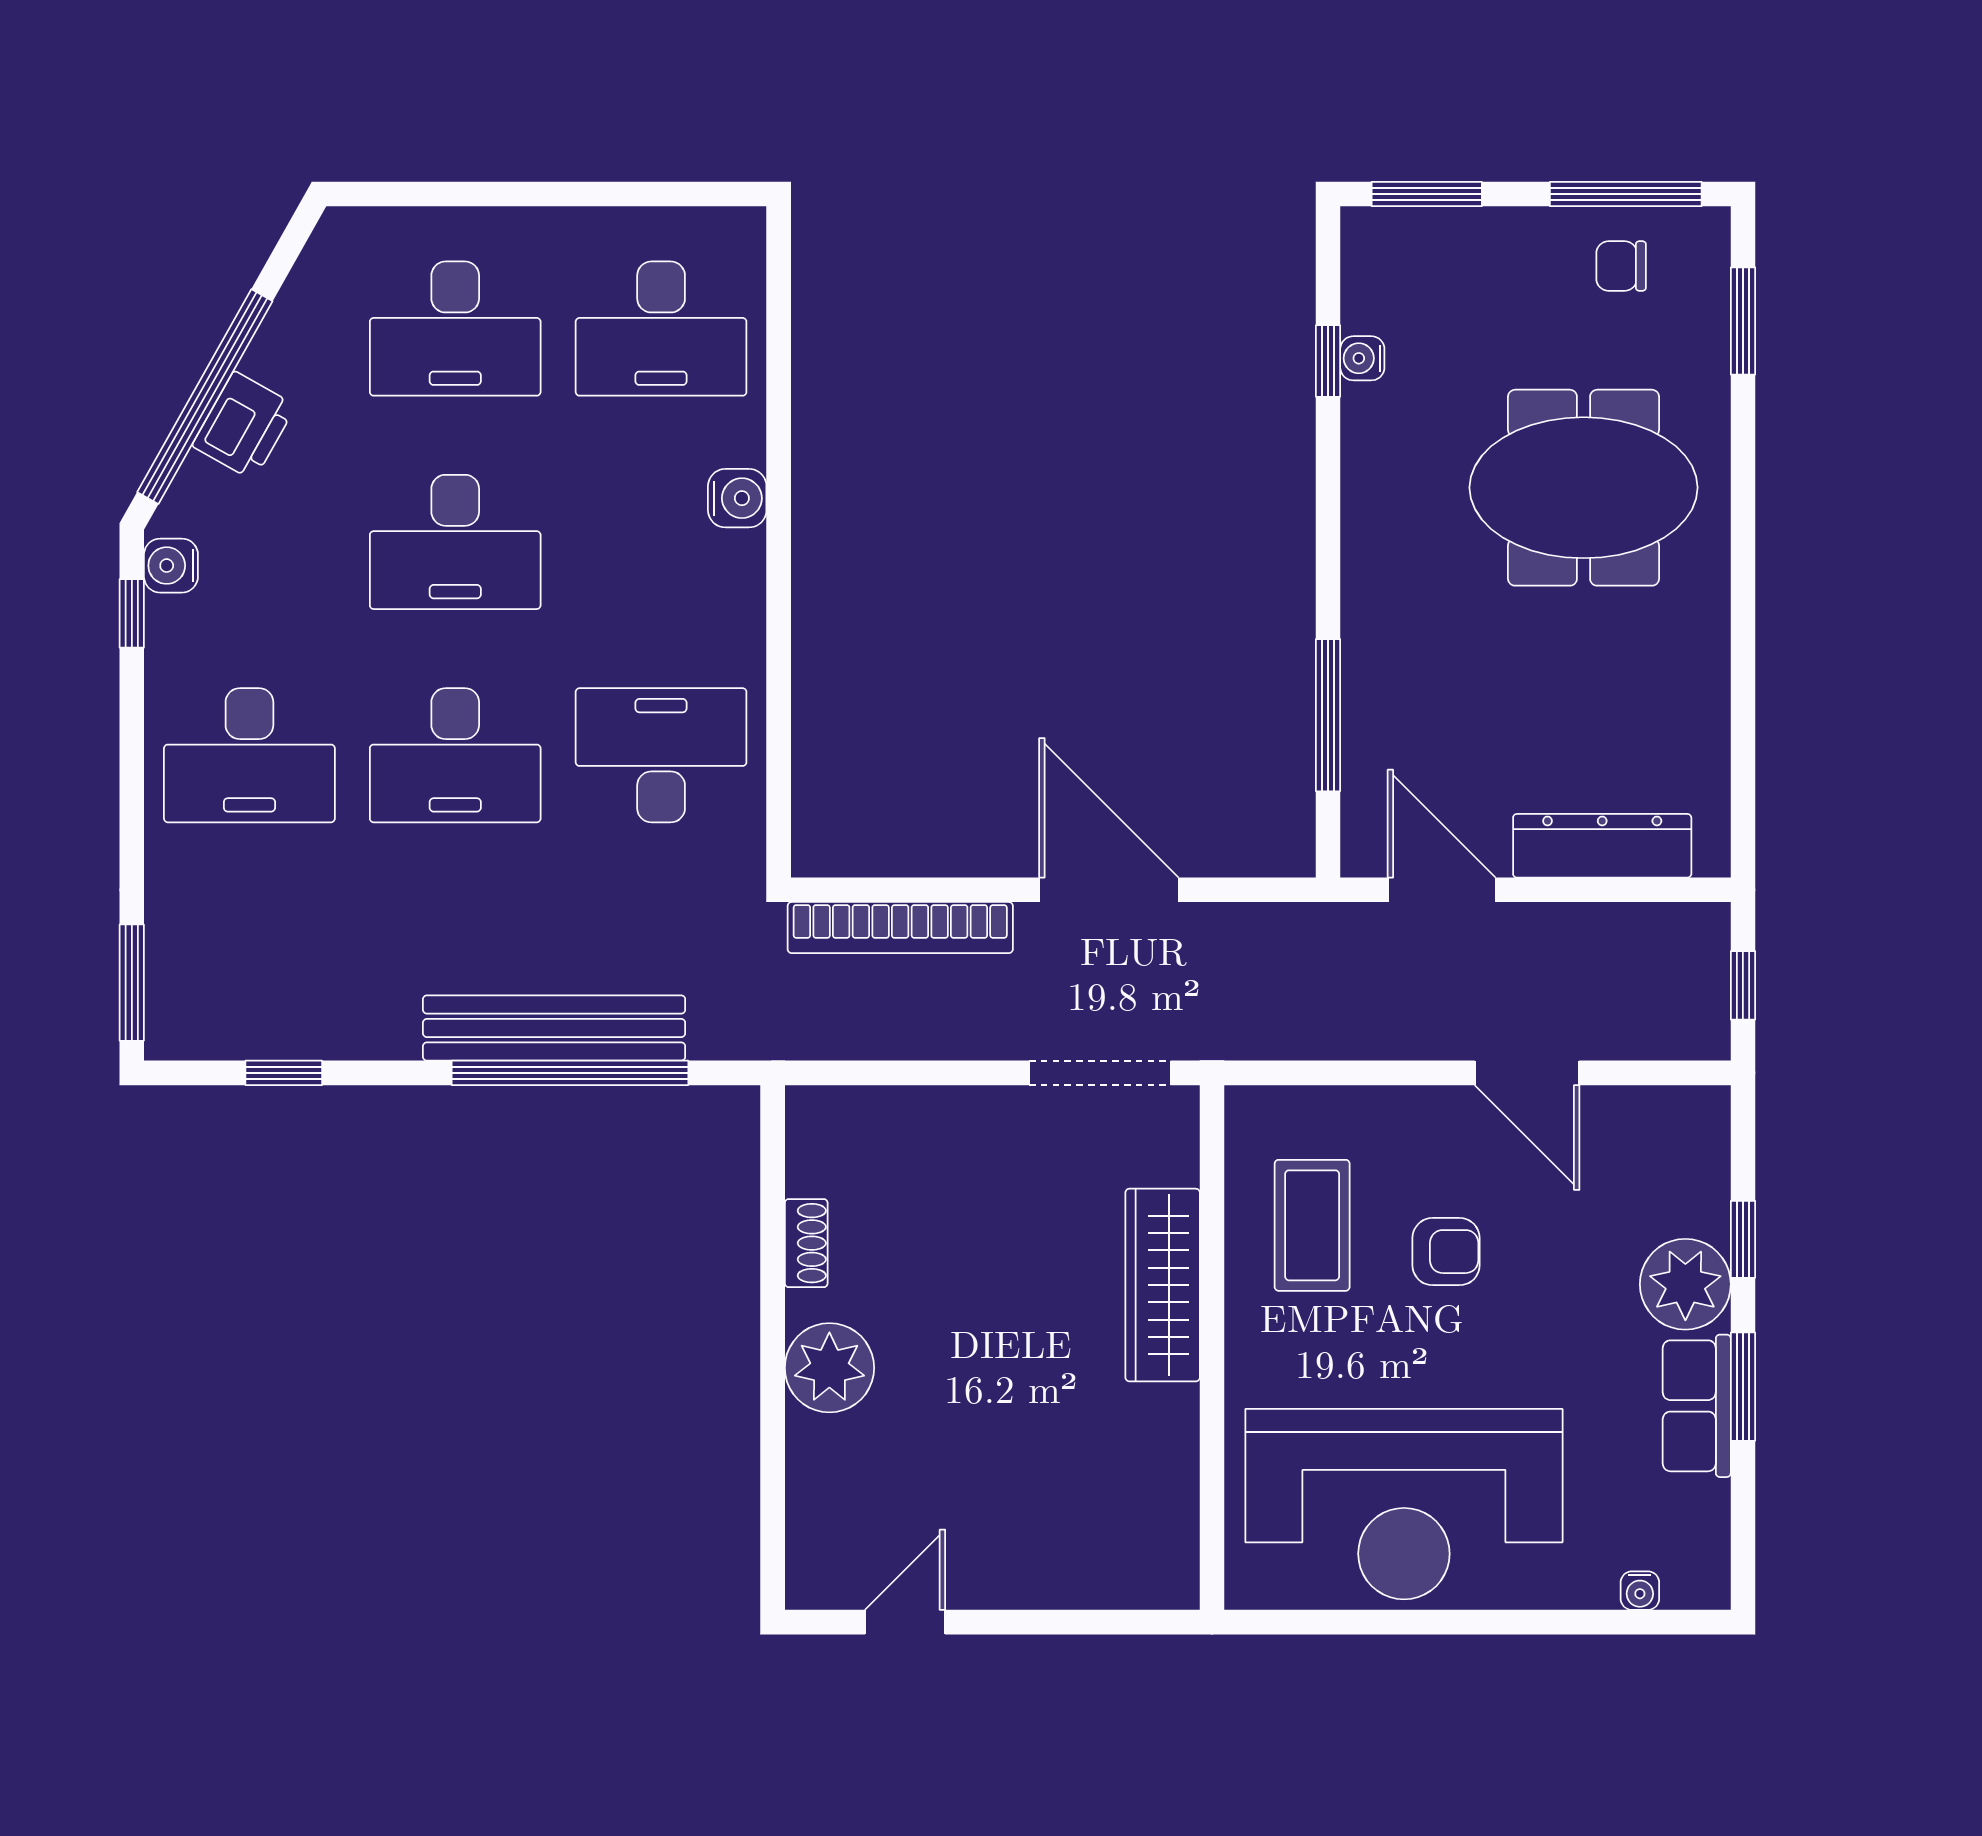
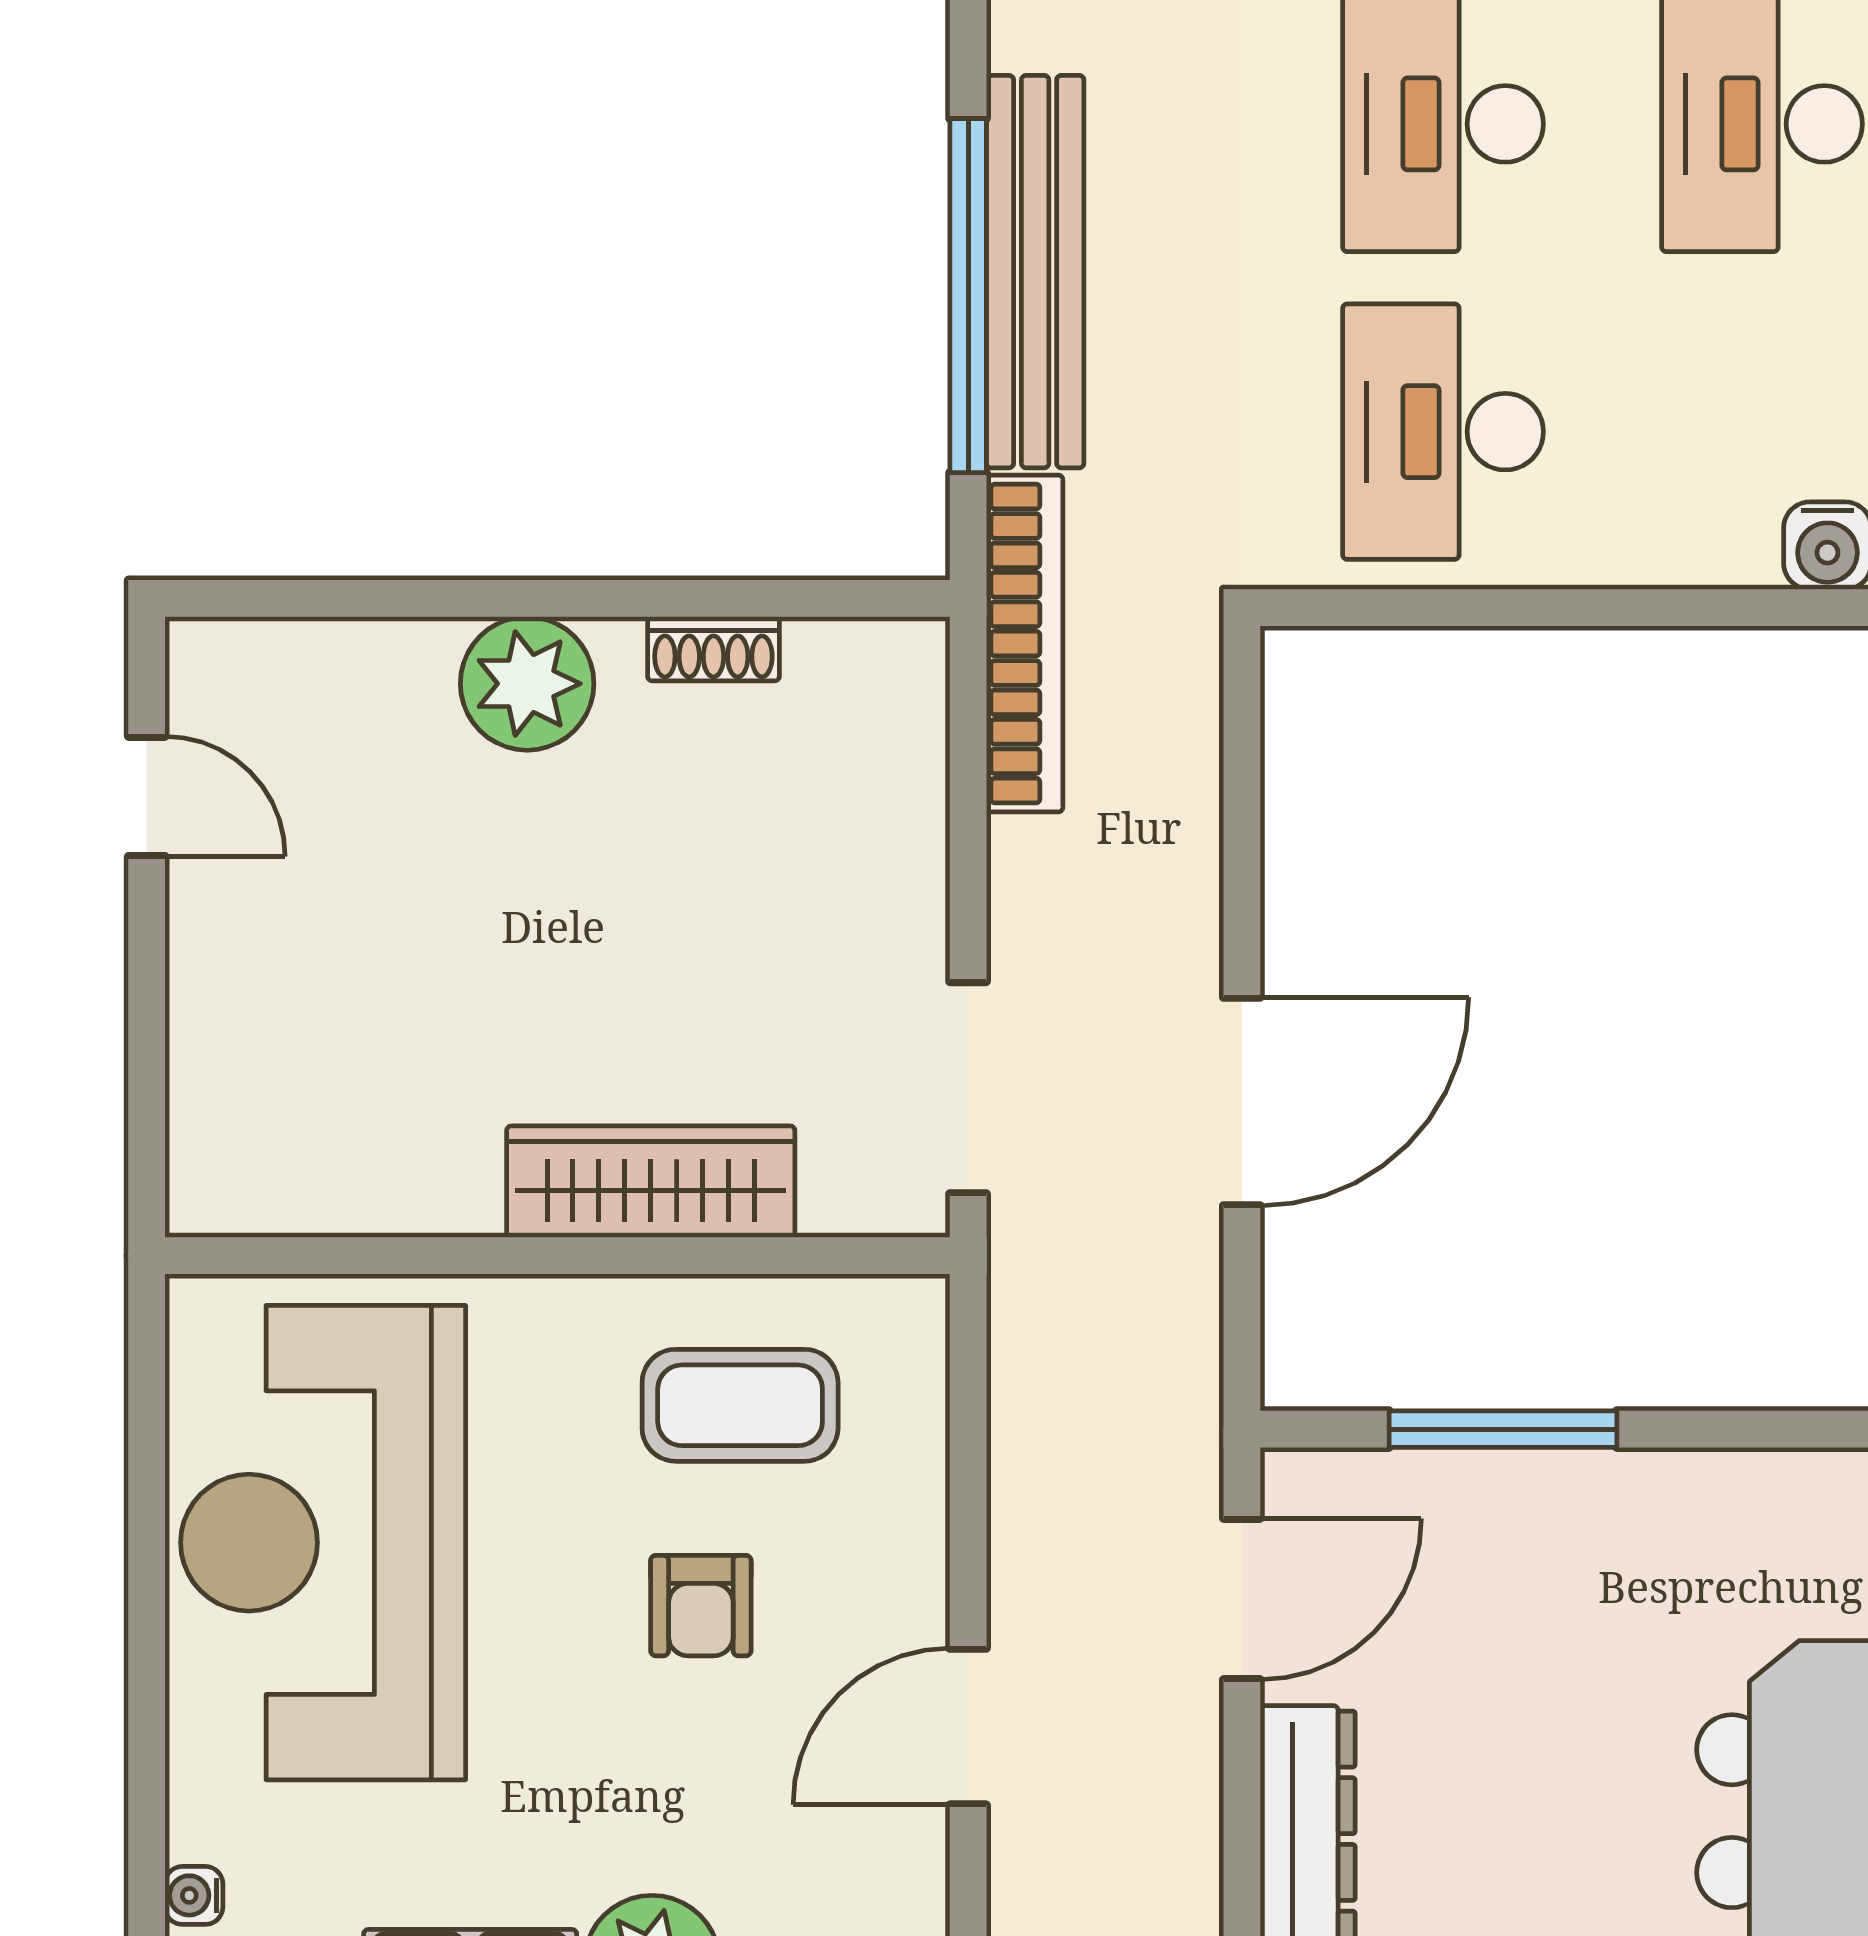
desk: (661, 755) -> (1443, 432), turned 180
bookcase: (900, 928) -> (1025, 644), moved, turned 180

